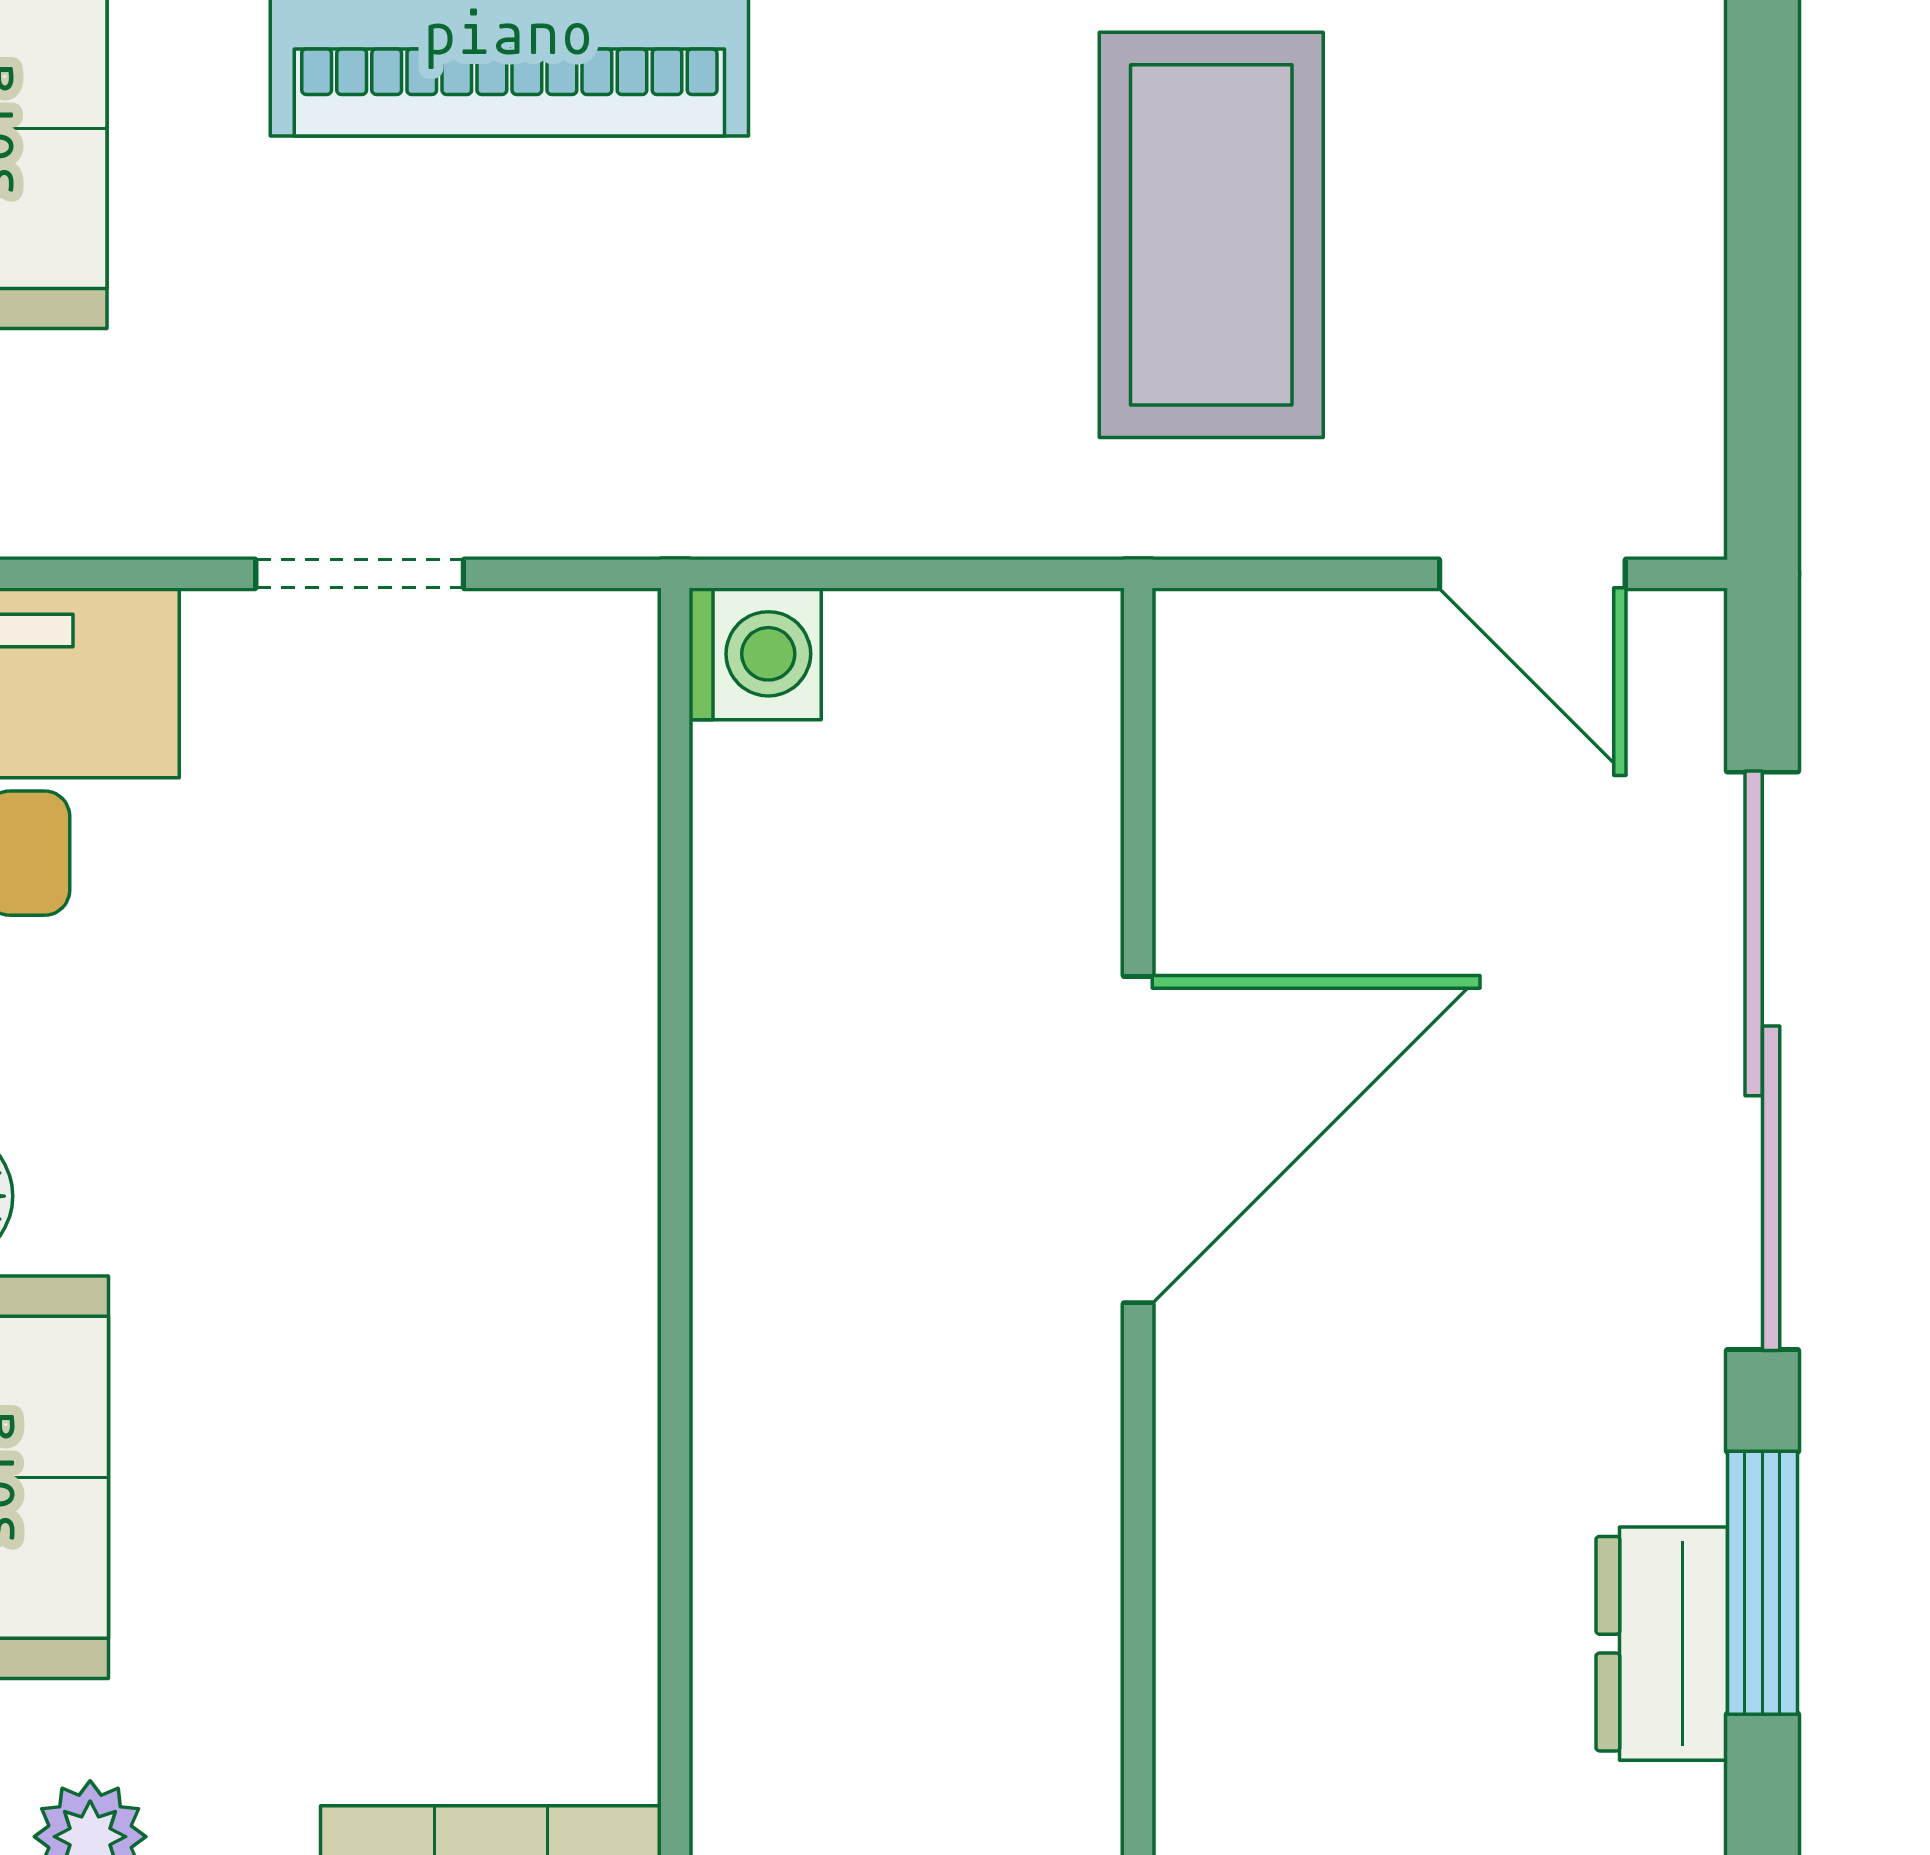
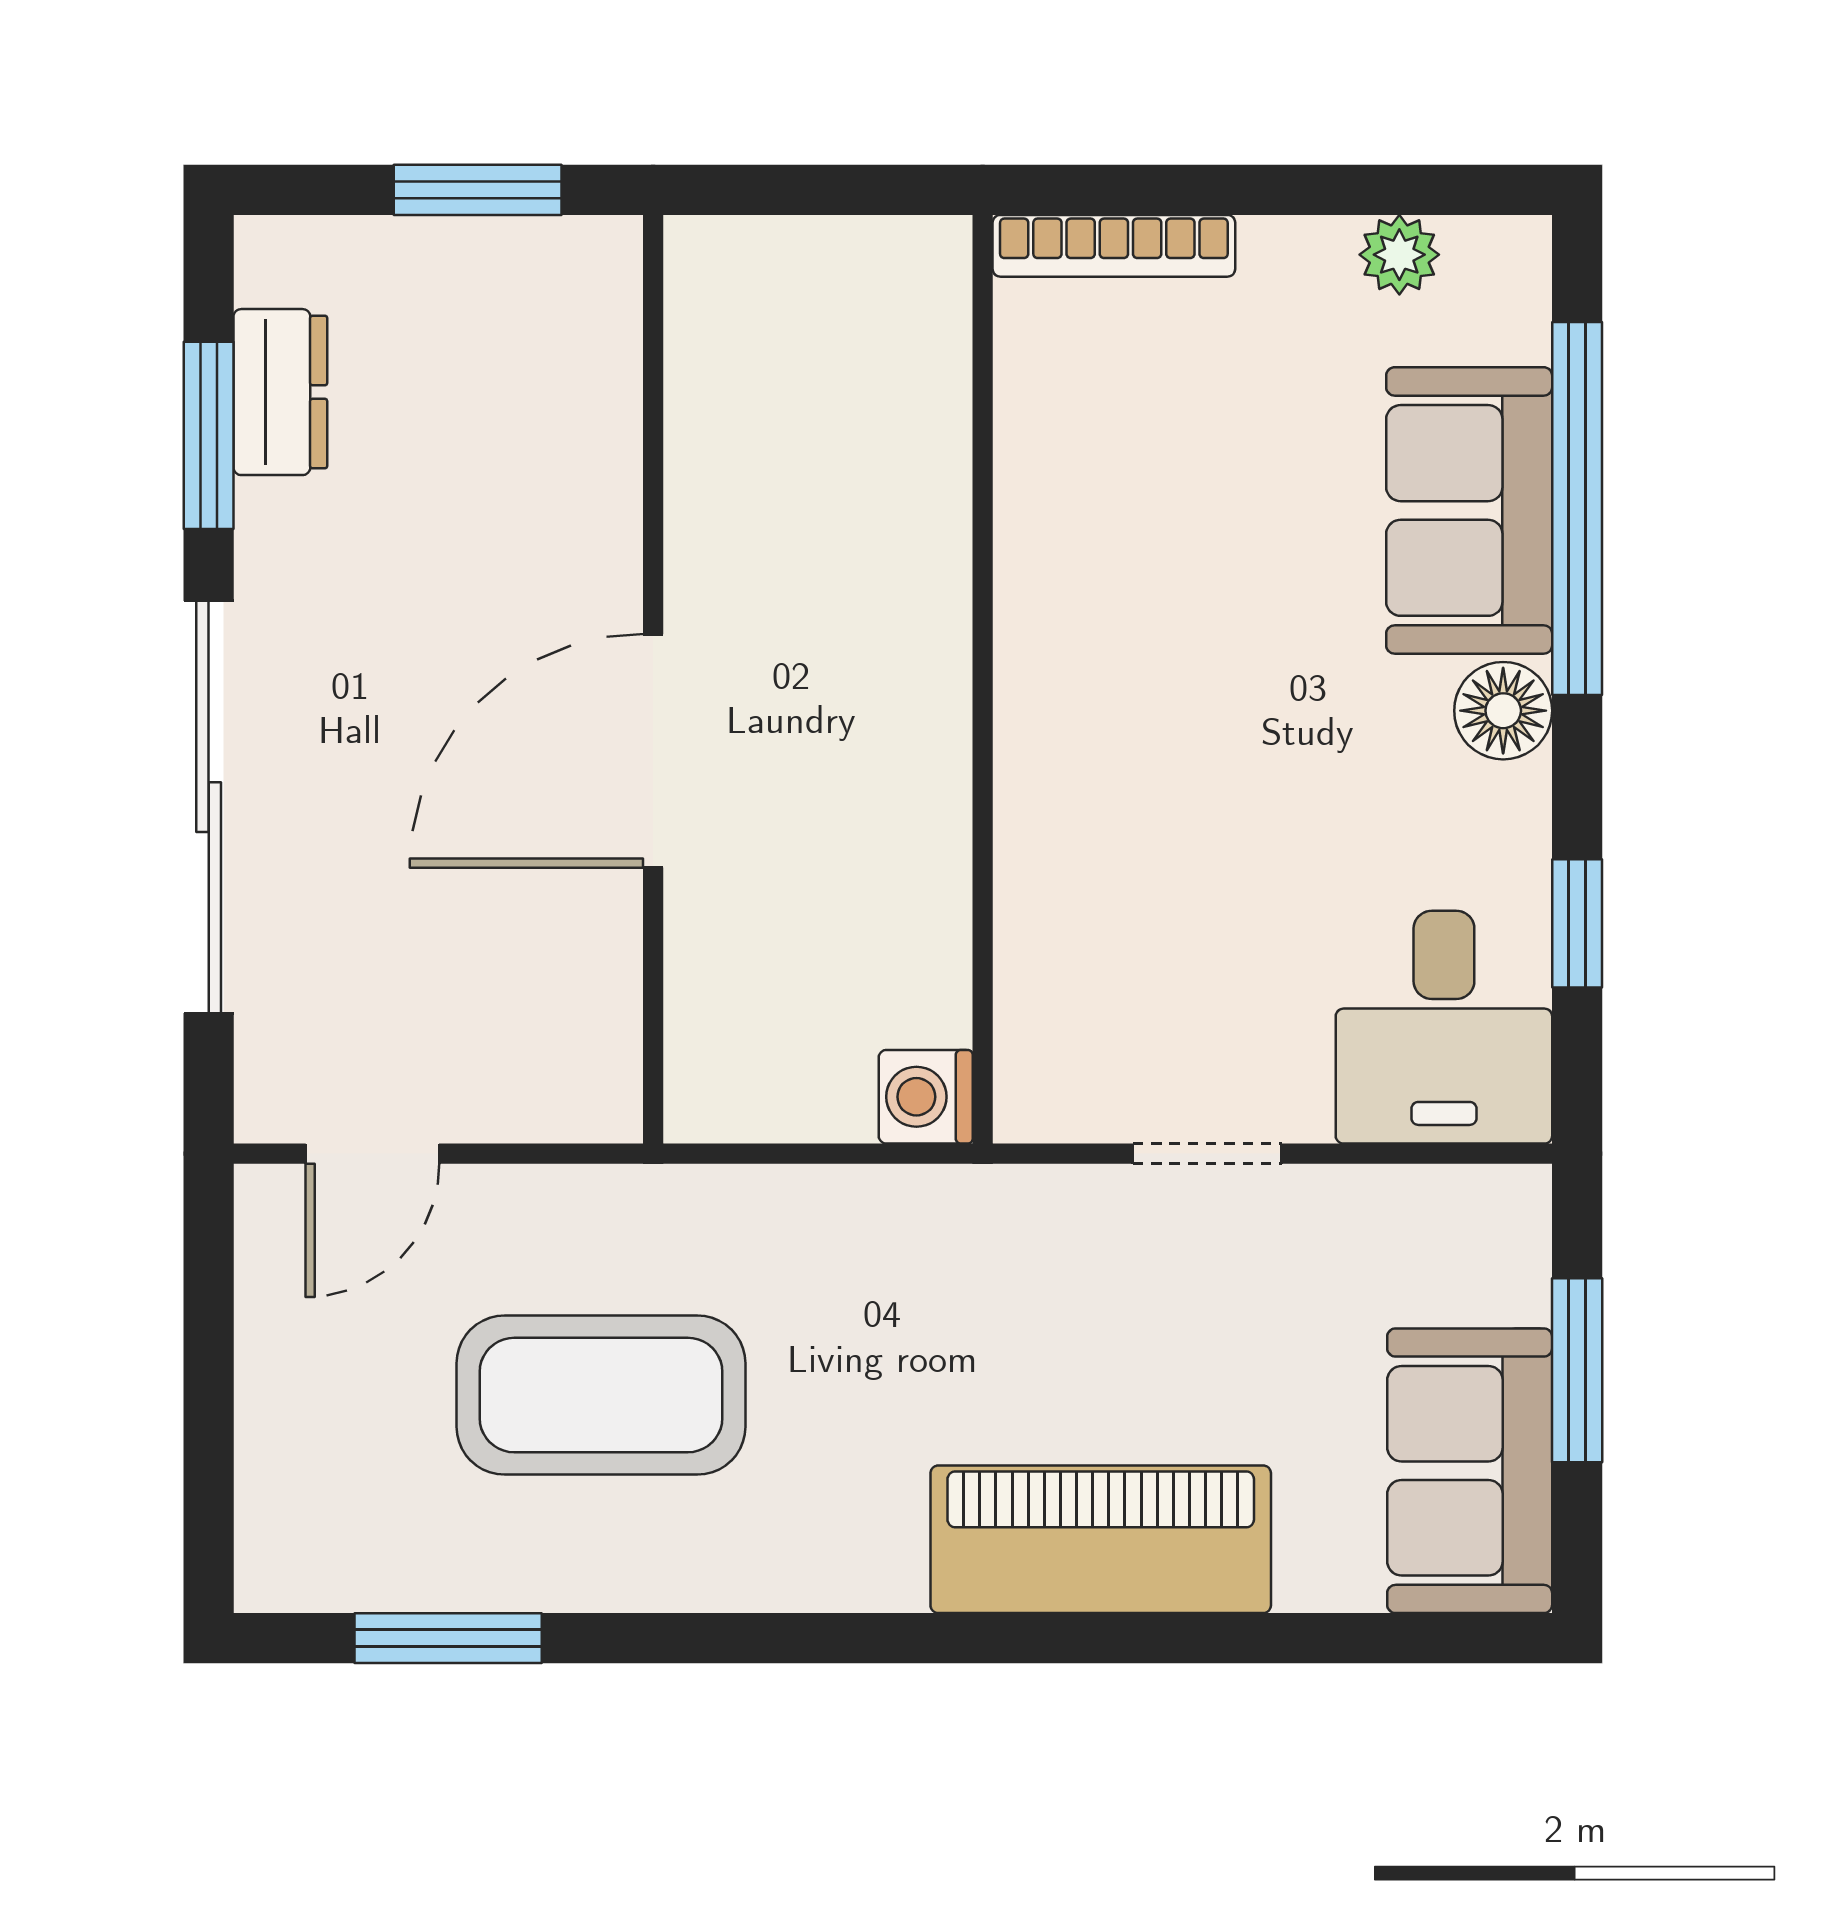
coffee table: (1211, 235) -> (601, 1395), turned 90
door: (1532, 574) -> (372, 1154), swing flipped

